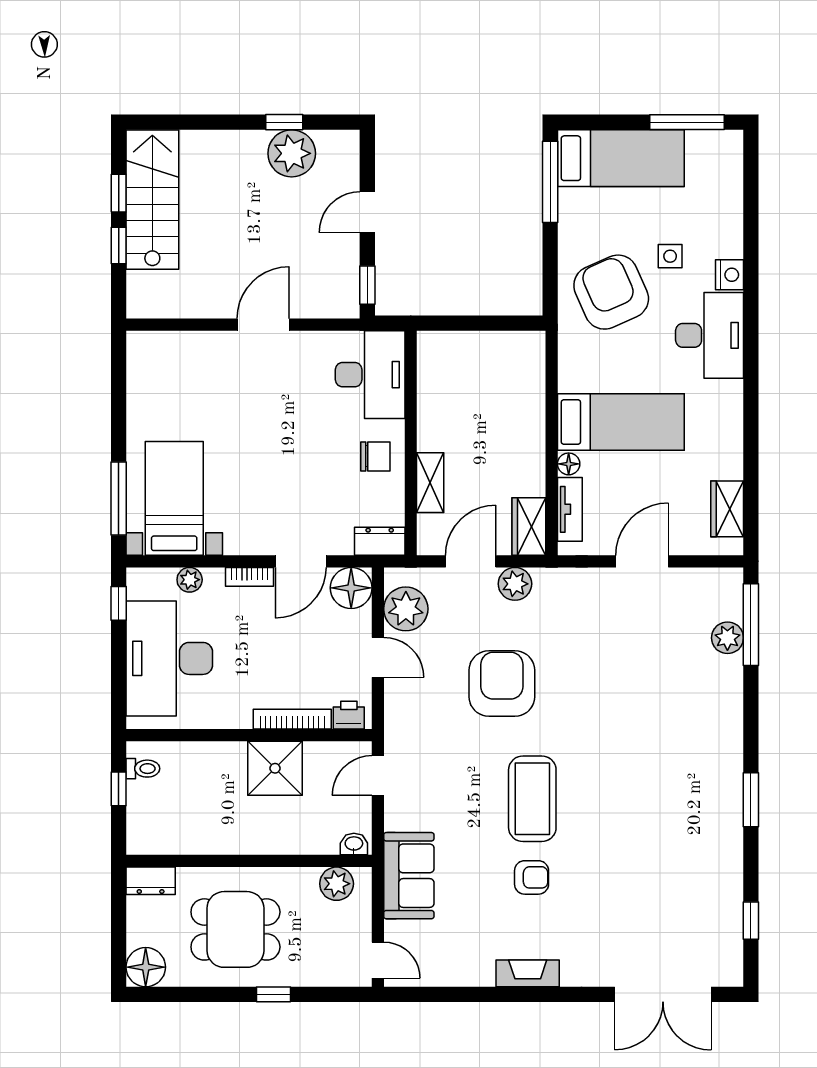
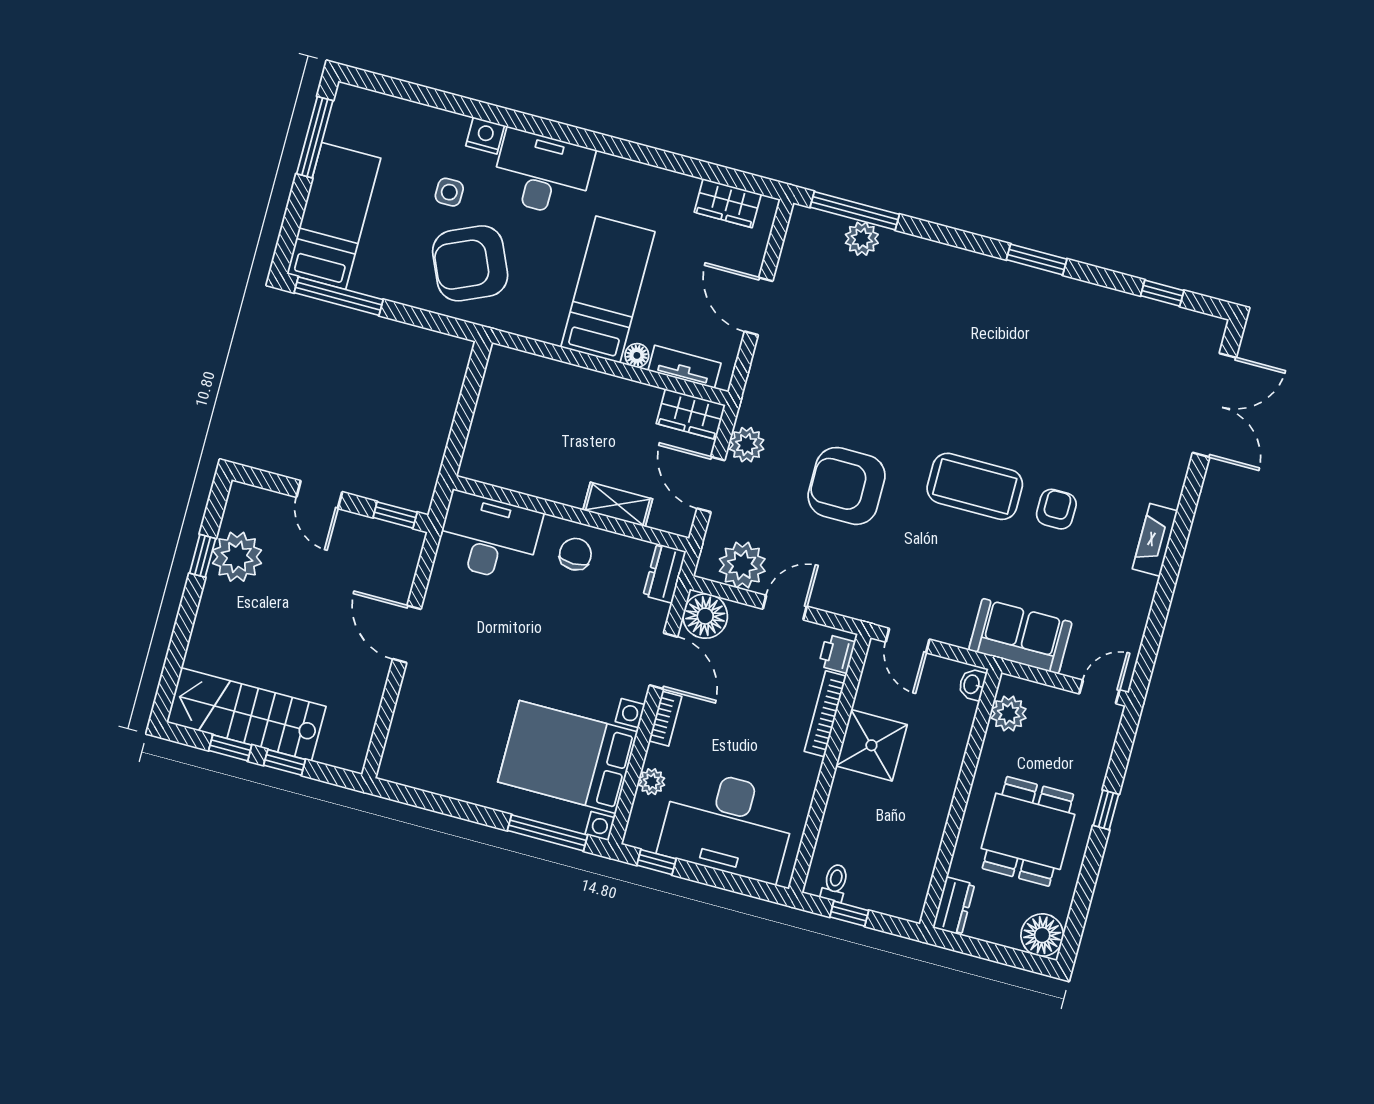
bed with nightstands: (174, 498) -> (568, 757), width x1.36

